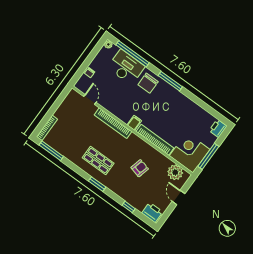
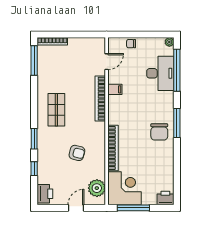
chair: (148, 83) -> (159, 132), moved, turned -90
filing cabinet: (134, 123) -> (115, 89), moved
window: (97, 184) -> (34, 139), moved

